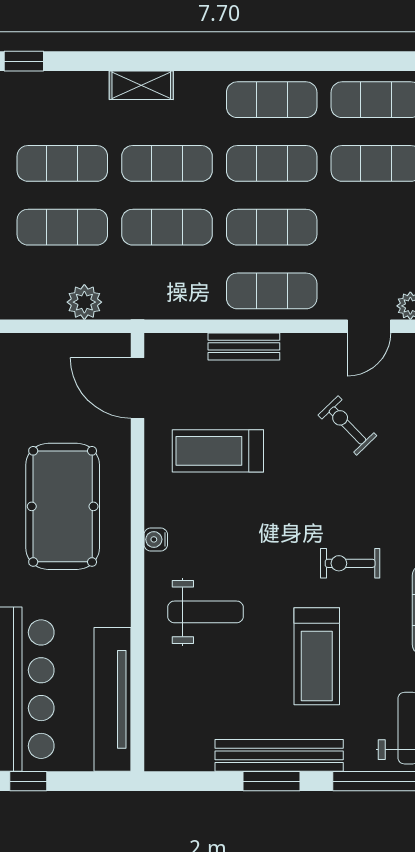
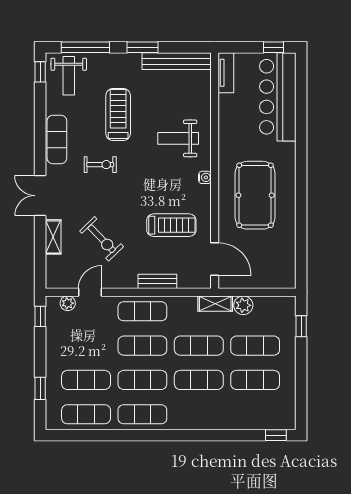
shelving: (141, 85) -> (215, 304), moved
exercise bike: (347, 425) -> (102, 239), width x1.38, depth x1.39
tv unit: (113, 699) -> (226, 73), width x0.52, depth x0.78
bench: (279, 755) -> (177, 61), moved

